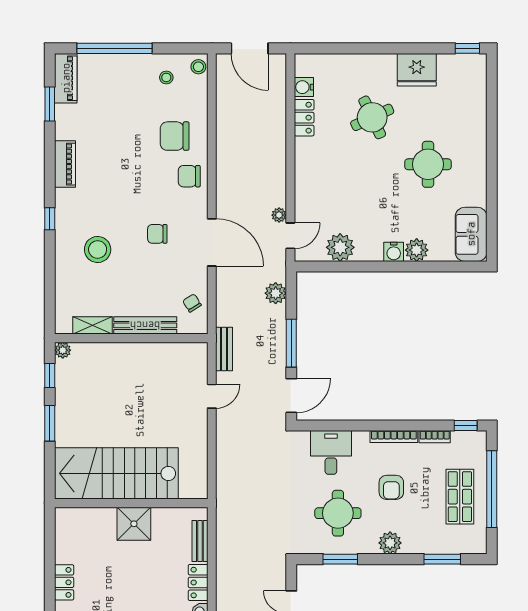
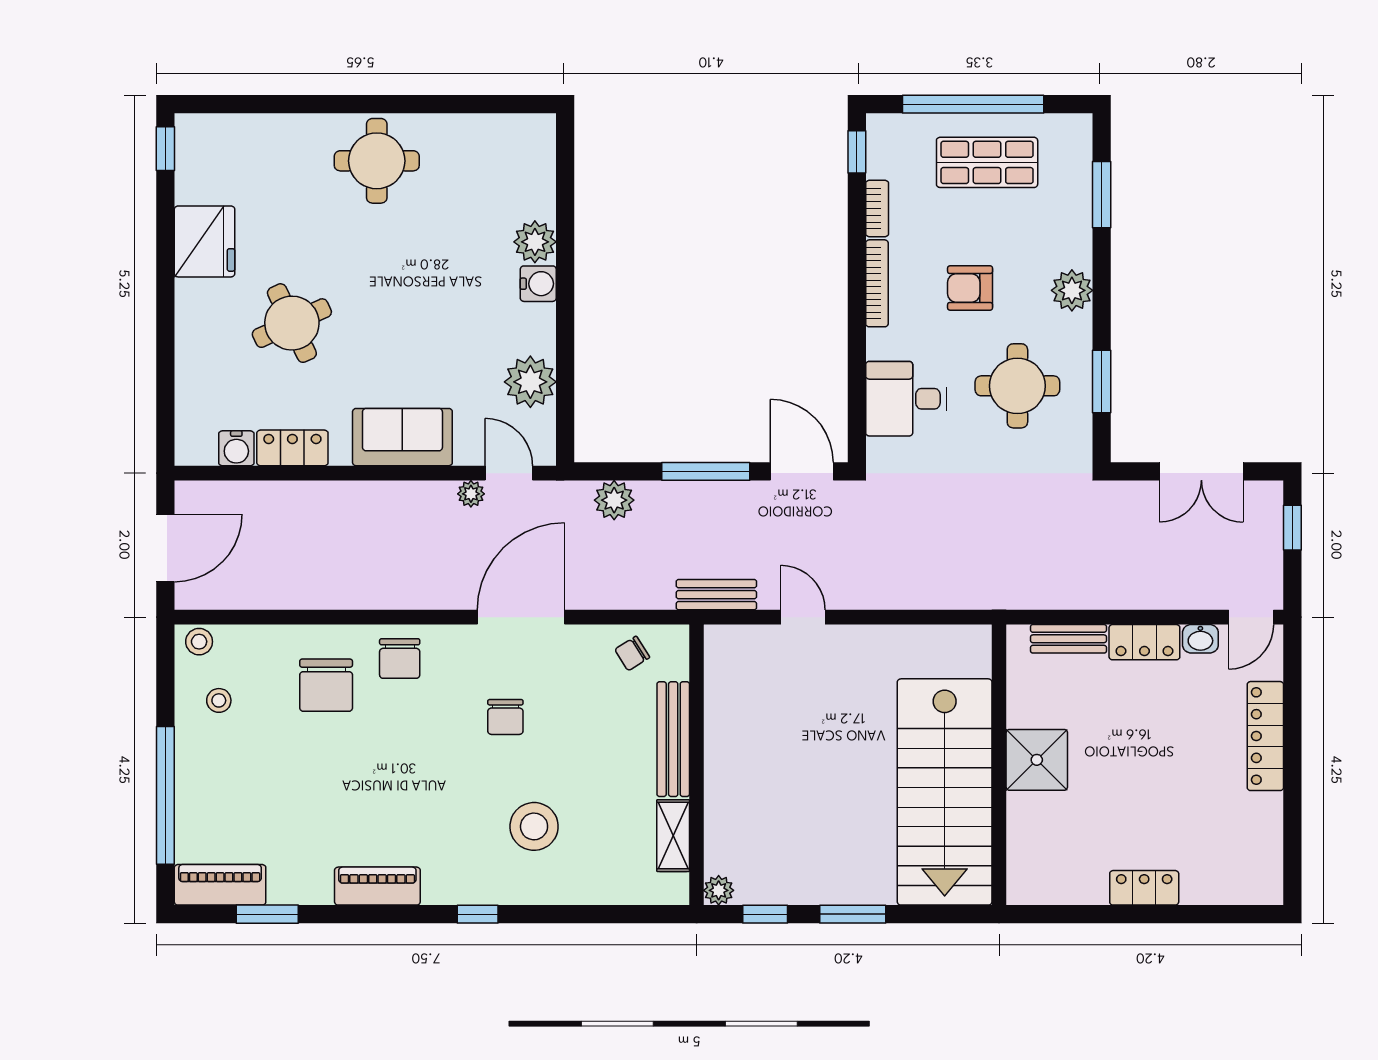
round table: (428, 164) -> (377, 161), moved
sofa: (471, 234) -> (402, 437), moved, turned 180
armchair: (391, 487) -> (970, 288), turned 180

